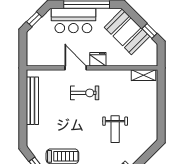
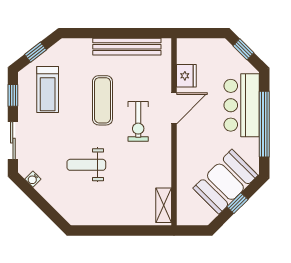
window: (150, 31) -> (237, 203), moved
fridge: (98, 59) -> (186, 76), moved
exercise mat: (70, 118) -> (102, 100), added

